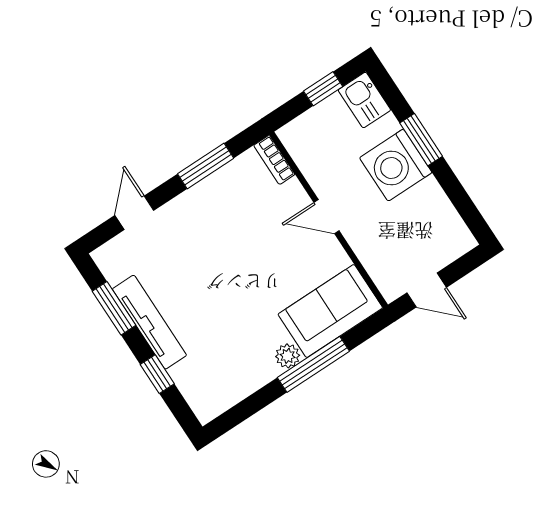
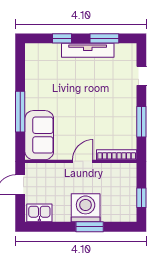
kitchen sink: (364, 100) -> (39, 213), moved
bookcase: (274, 160) -> (117, 155), width x1.56
plant: (288, 356) -> (32, 103), removed

